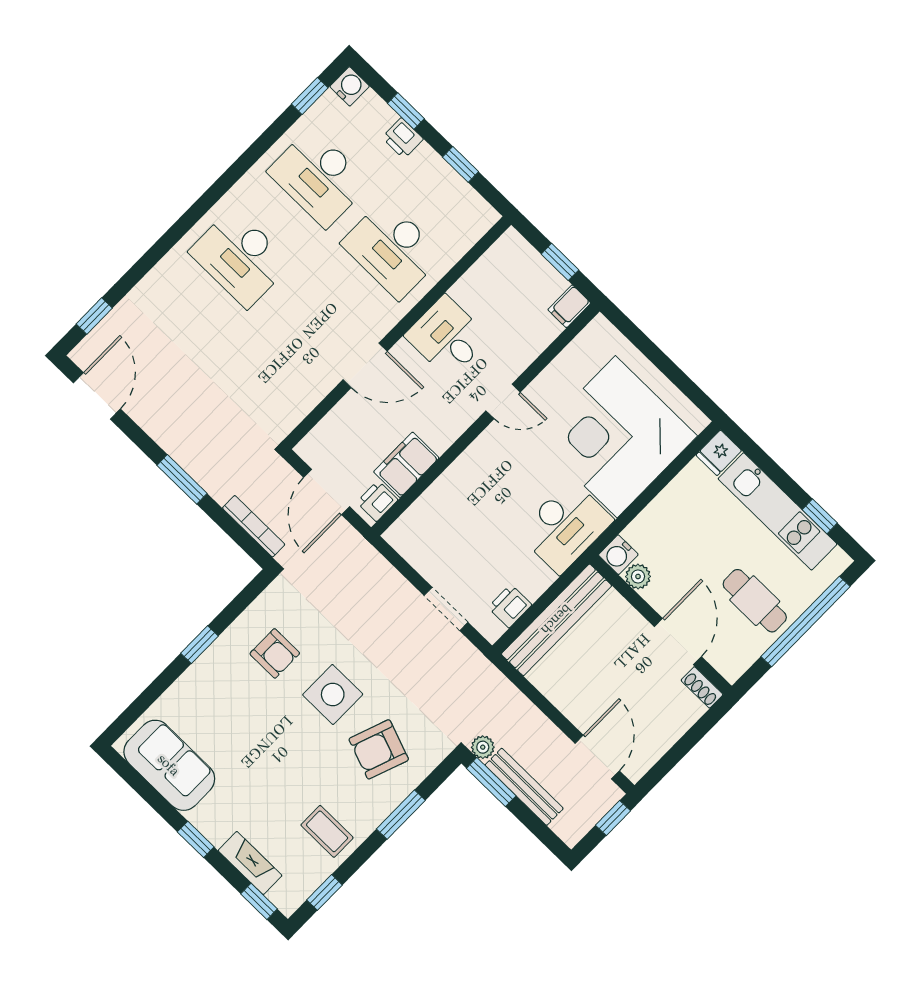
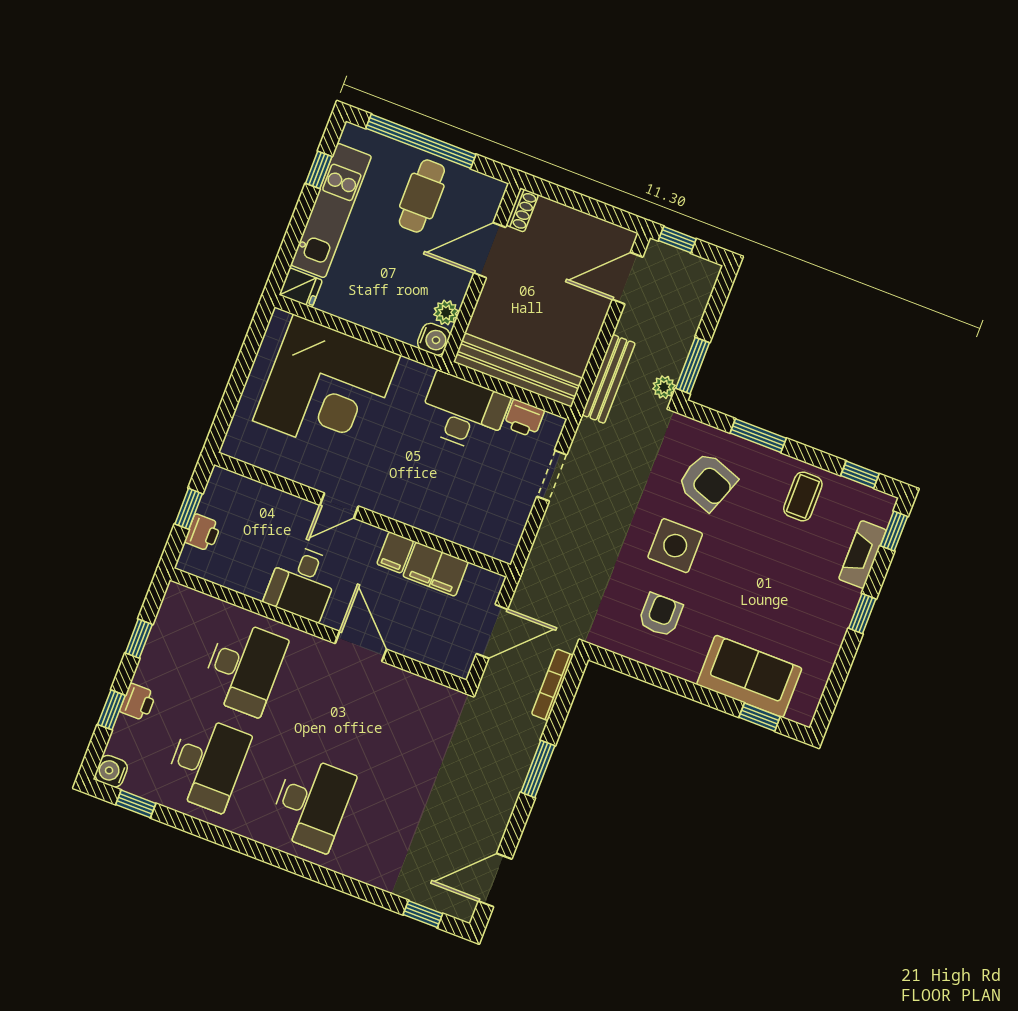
filing cabinet: (569, 306) -> (395, 552), moved, turned 90
door: (503, 401) -> (339, 506), swing flipped
printer: (377, 501) -> (203, 533), moved, turned -90
desk: (565, 526) -> (463, 412), moved
window: (199, 645) -> (760, 717), moved
sofa: (169, 765) -> (749, 676), moved, turned 90
bench: (524, 787) -> (608, 379), moved

